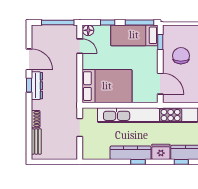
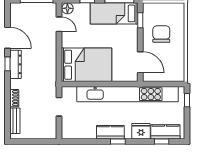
kitchen counter: (131, 153) -> (110, 132), width x0.67

